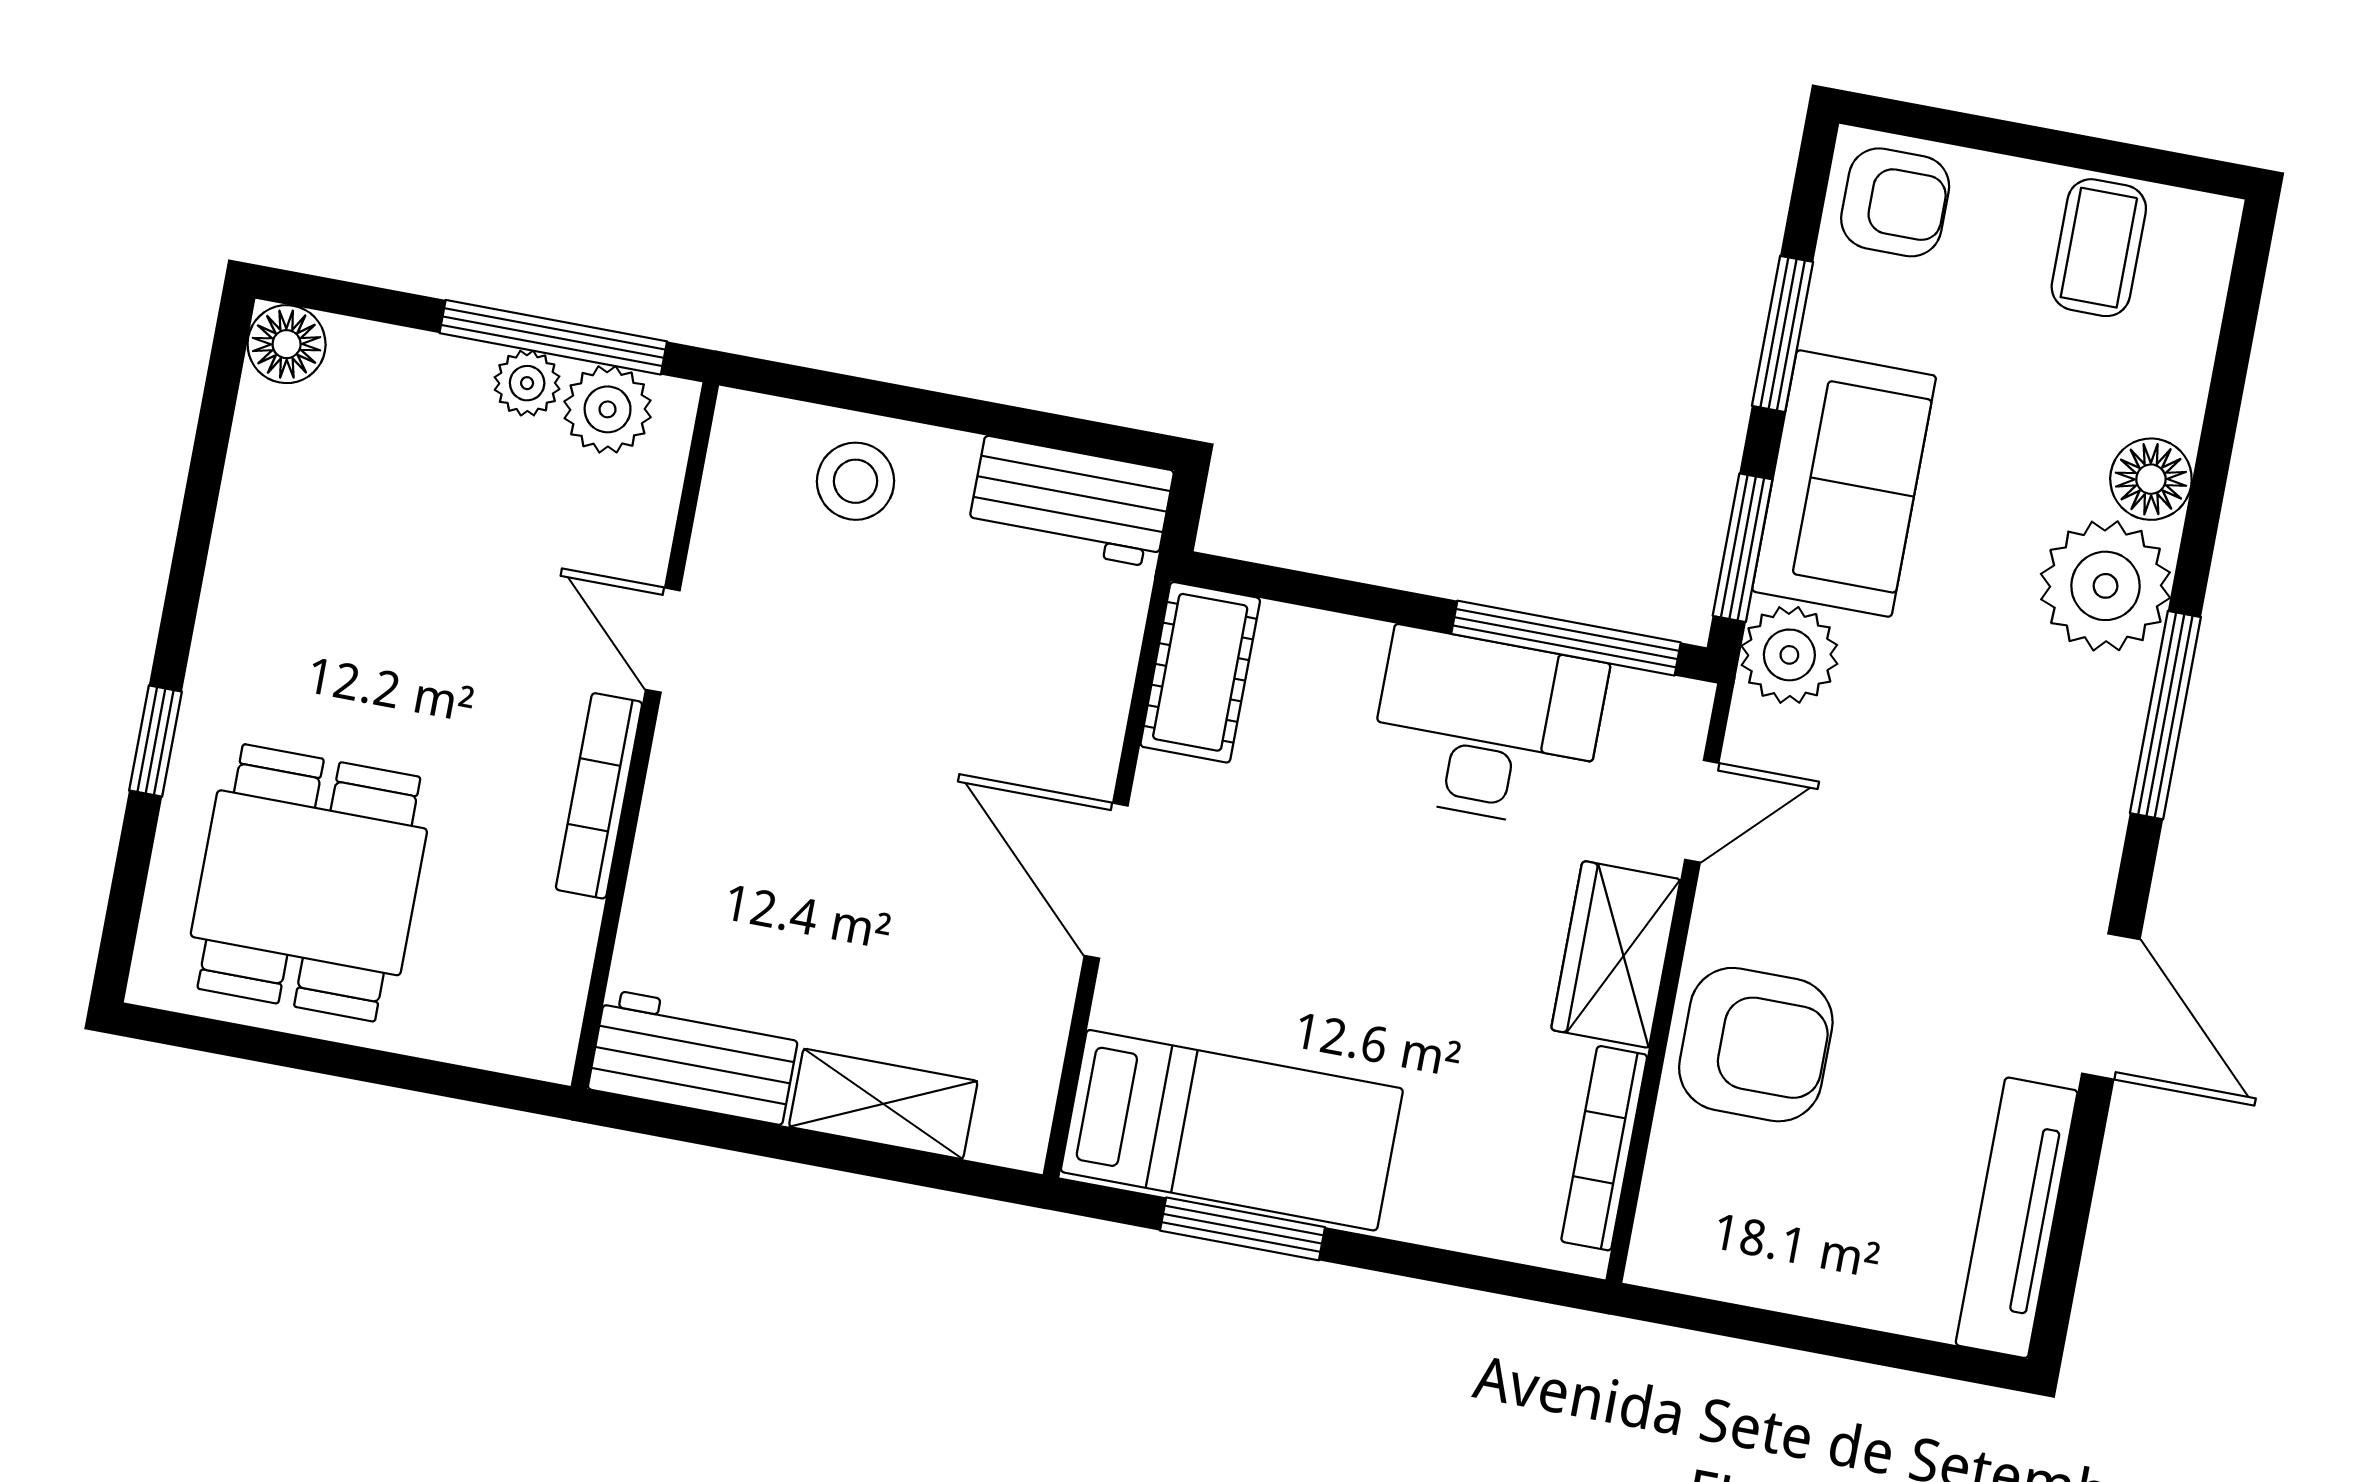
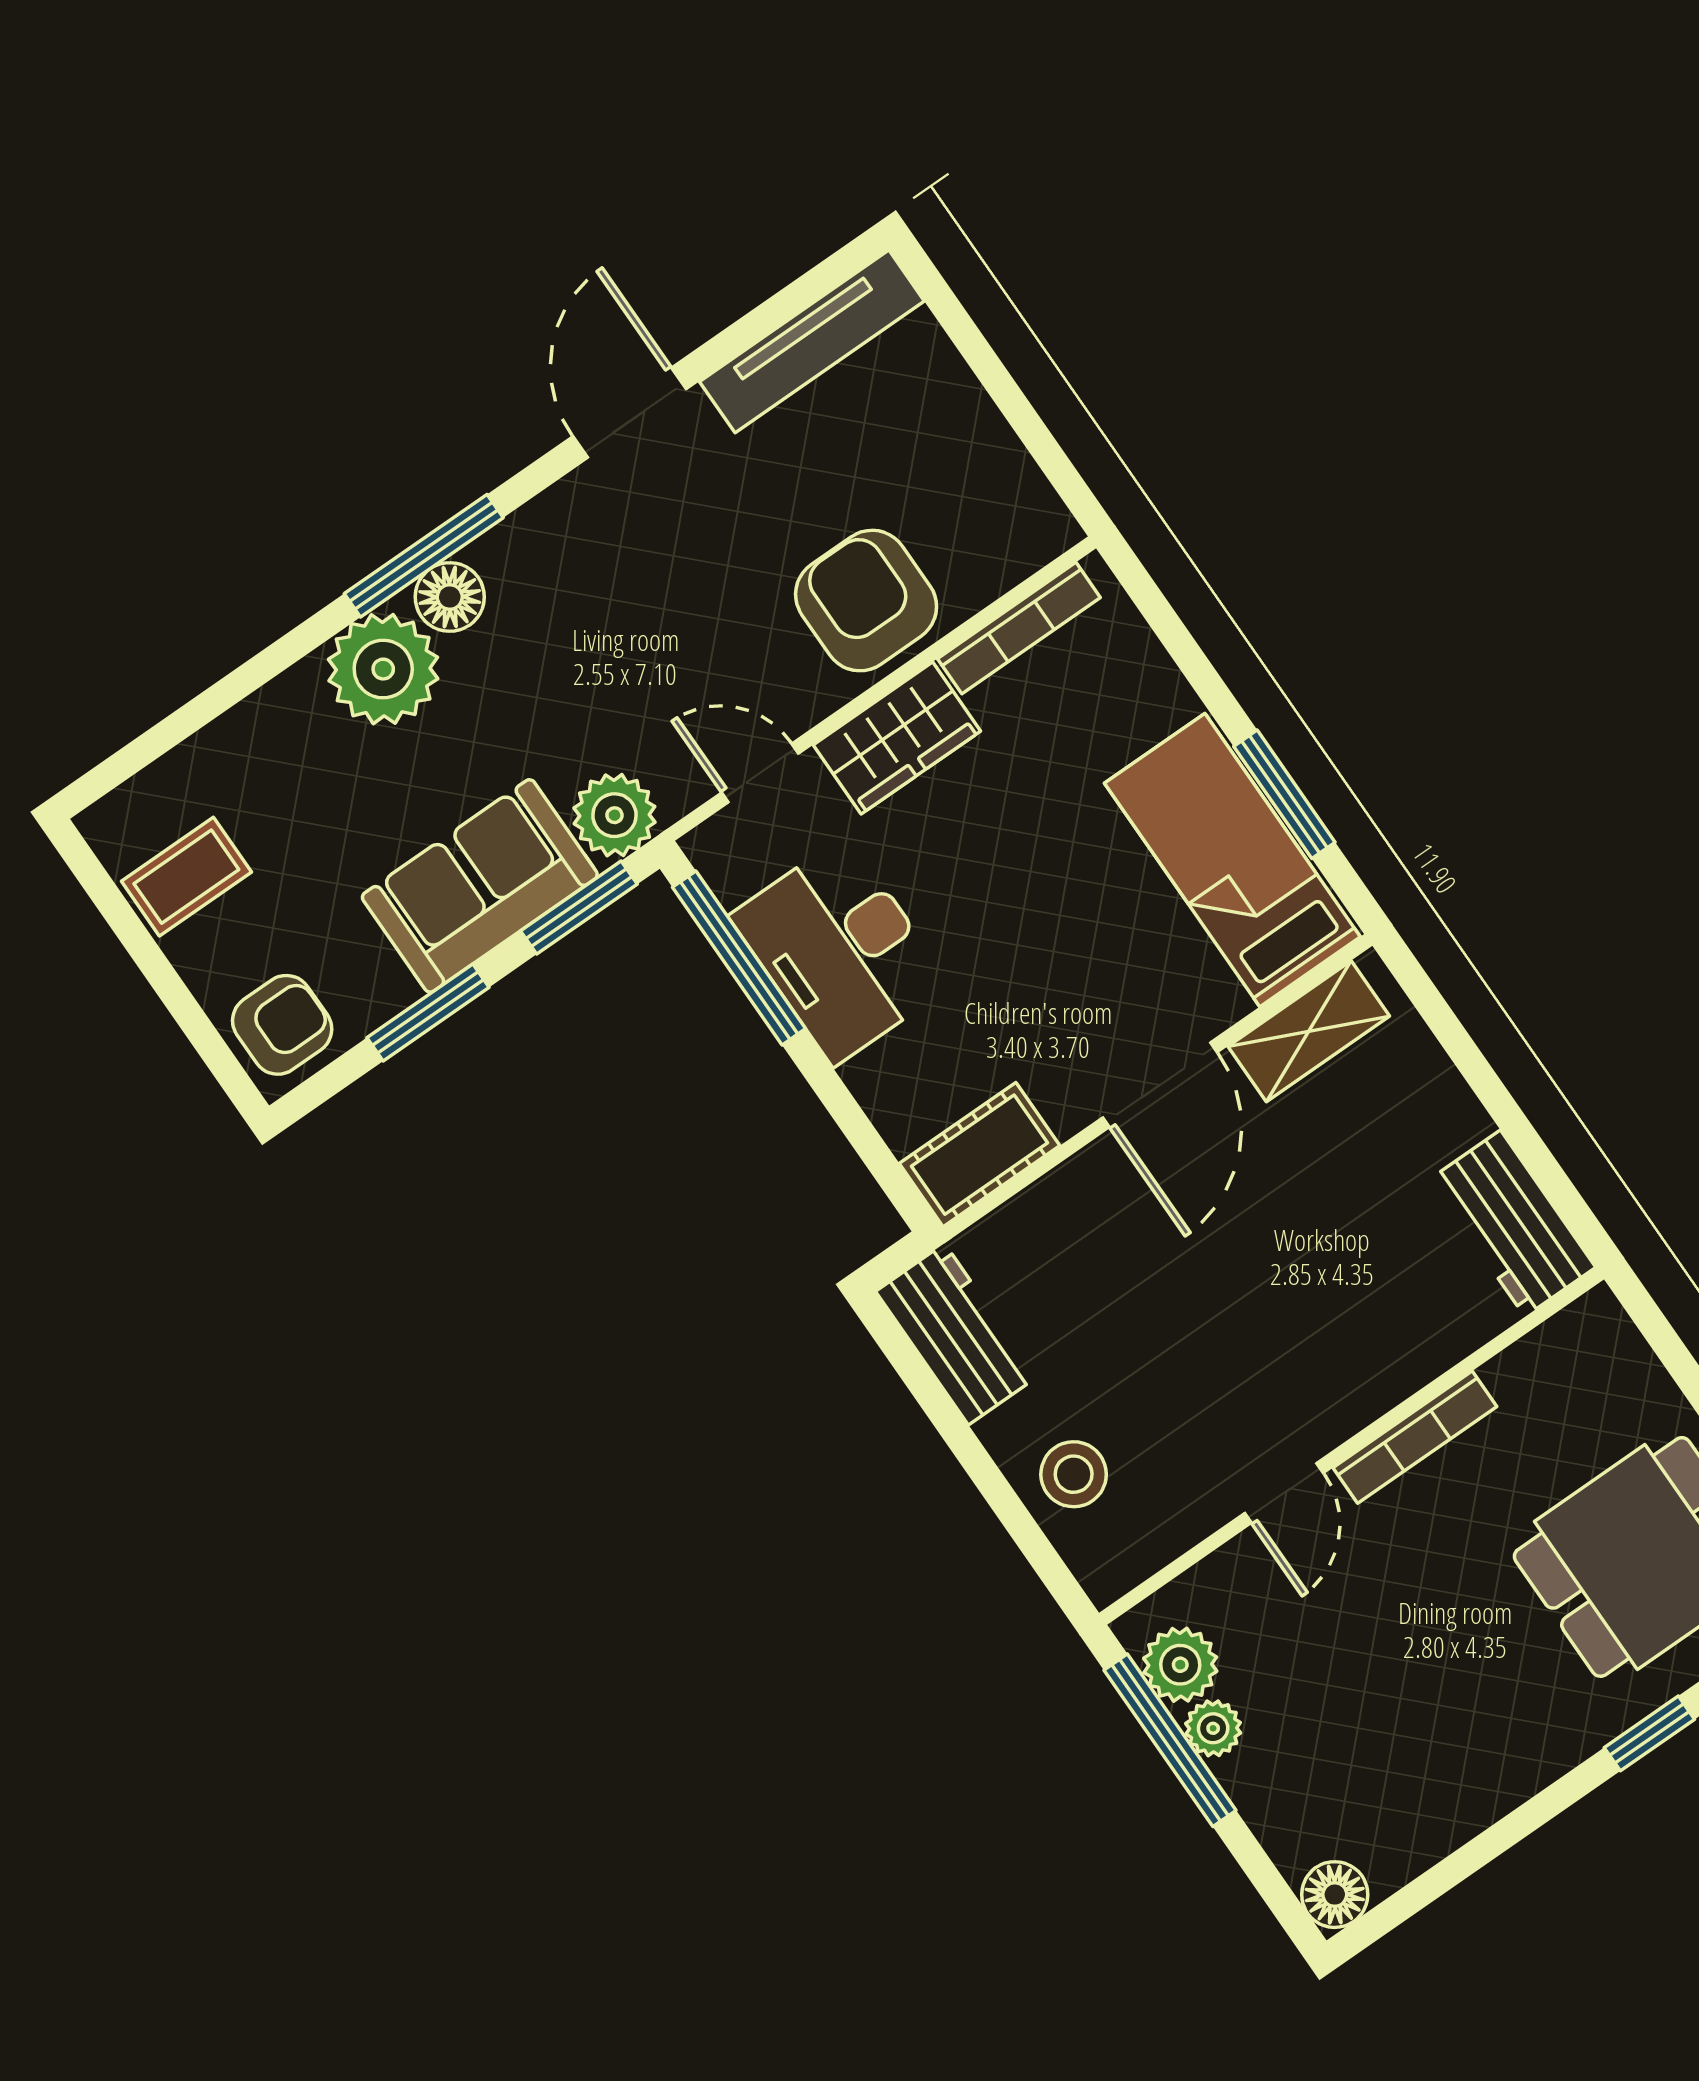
armchair: (1895, 202) -> (282, 1025), turned 90
floor lamp: (2151, 479) -> (450, 597), moved
shelving: (883, 1104) -> (1309, 1031), moved, turned 90

